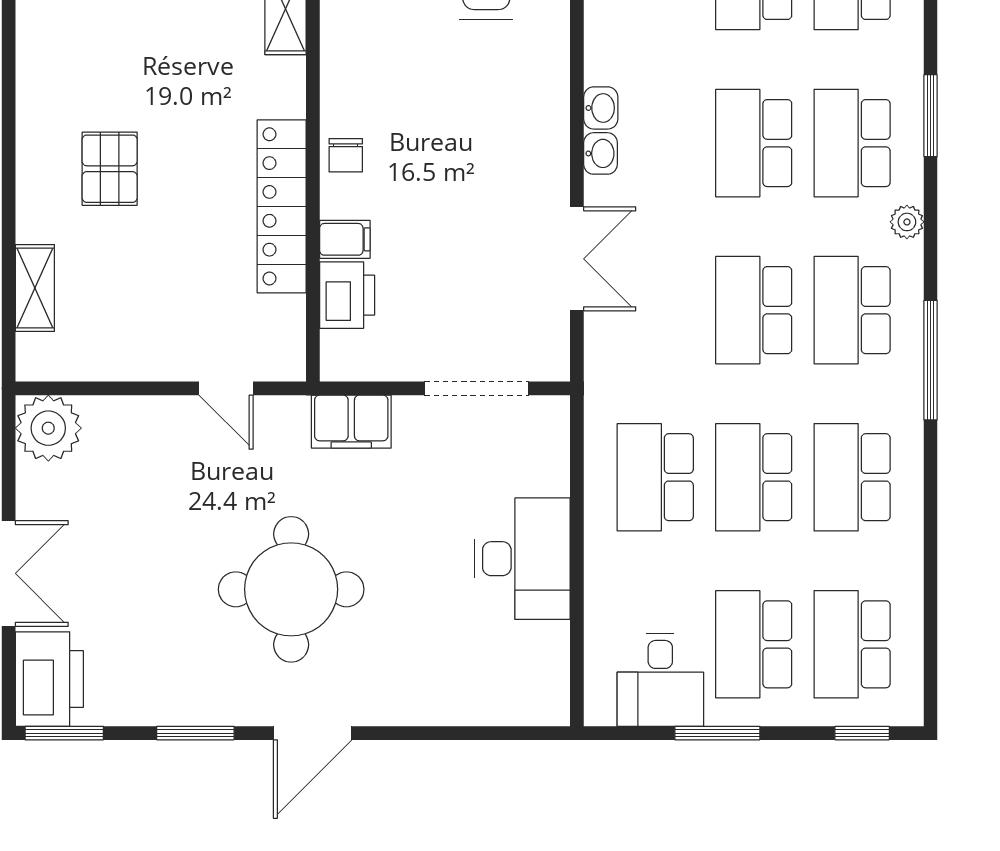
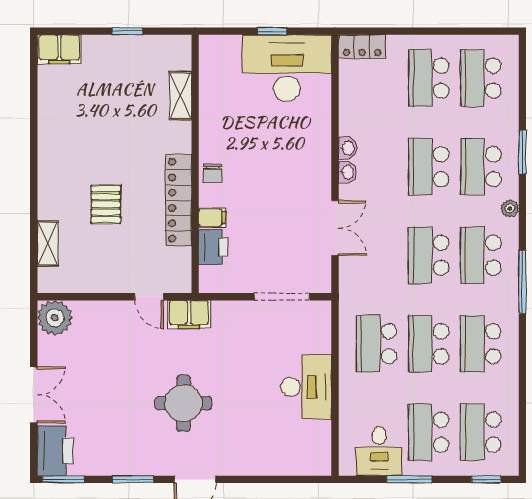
pallet: (110, 169) -> (106, 204), moved
filing cabinet: (351, 422) -> (189, 314), moved
round table: (291, 589) -> (184, 403), width x0.73, depth x0.73

